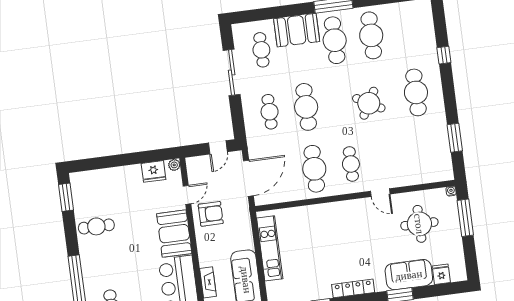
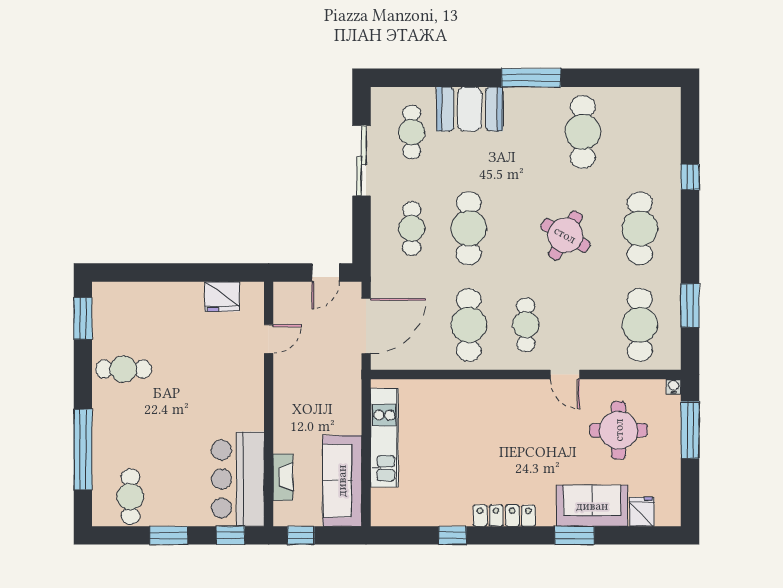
cafe table: (335, 40) -> (640, 325), moved
plant: (174, 165) -> (255, 291), removed
armchair: (211, 214) -> (301, 373), removed
booth: (174, 234) -> (241, 396), removed

